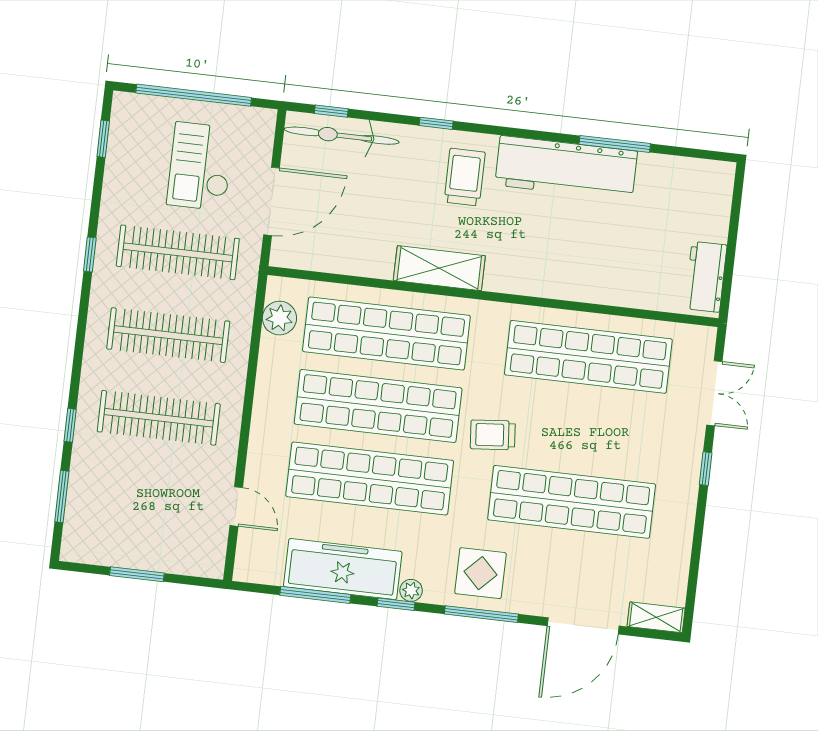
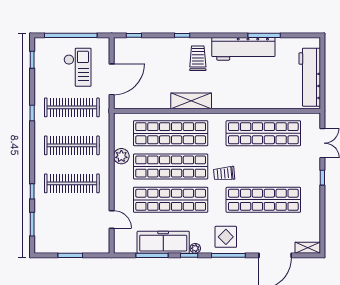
bicycle: (342, 136) -> (140, 46), removed
checkout: (200, 166) -> (78, 67), turned 180
workbench: (706, 277) -> (310, 77), width x1.88, depth x1.32
plant: (279, 318) -> (121, 156), moved

